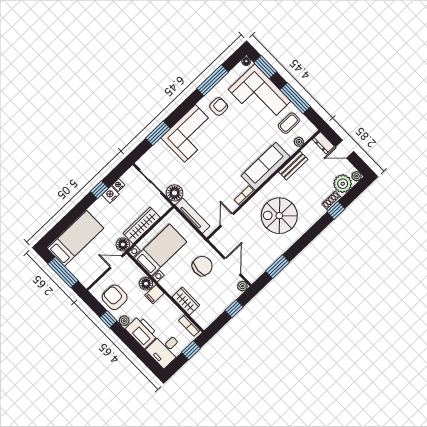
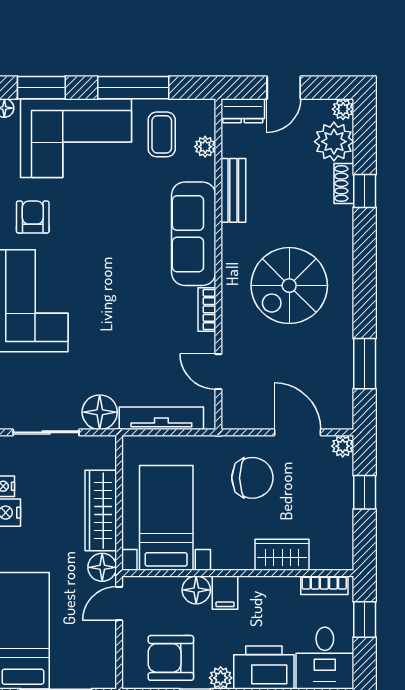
chair: (202, 266) -> (252, 478), turned 87

